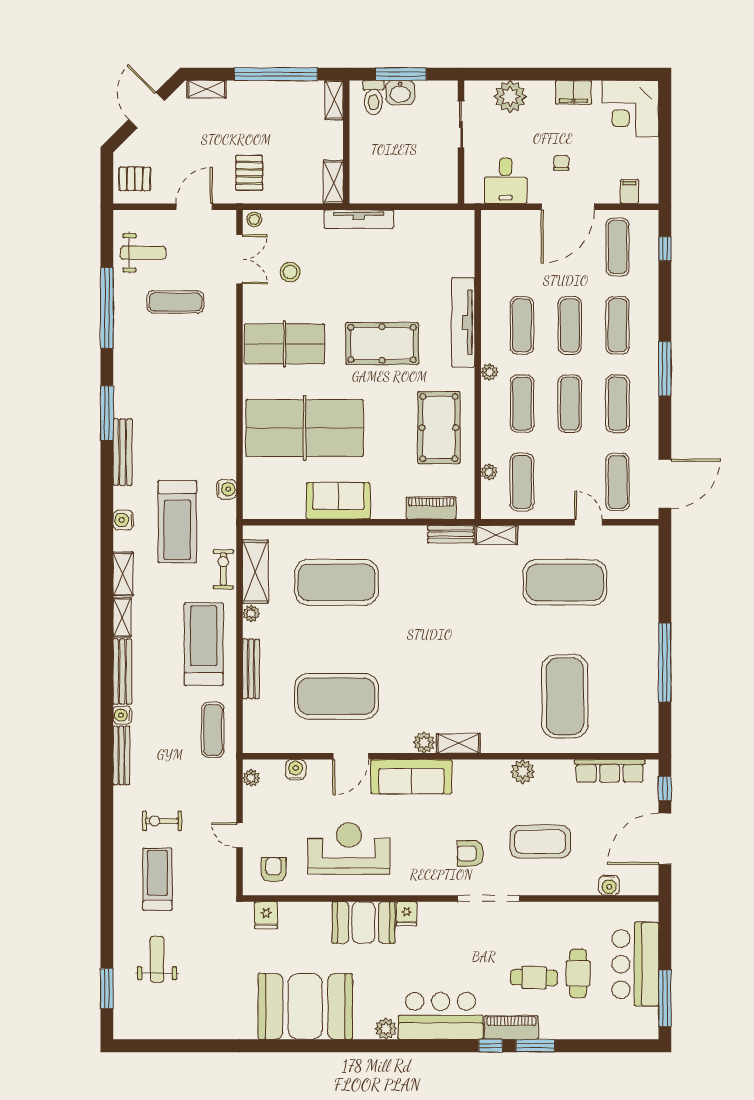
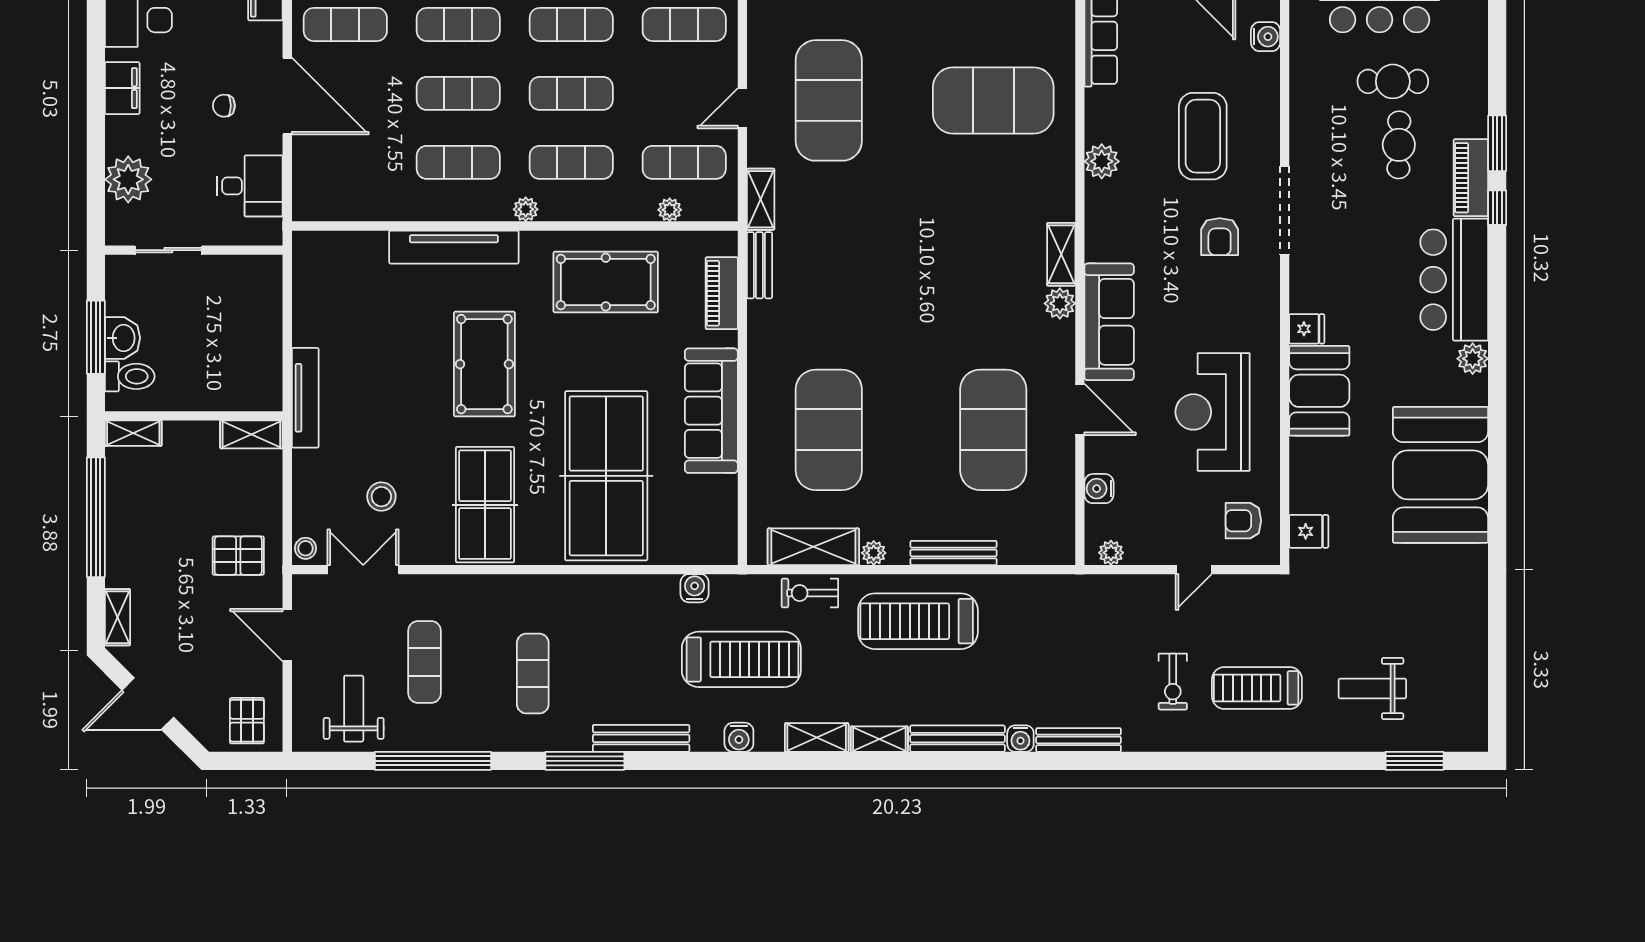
sofa: (338, 501) -> (711, 411), width x1.36
door: (588, 522) -> (742, 108), moved
exercise mat: (213, 730) -> (533, 674), moved, turned 90

